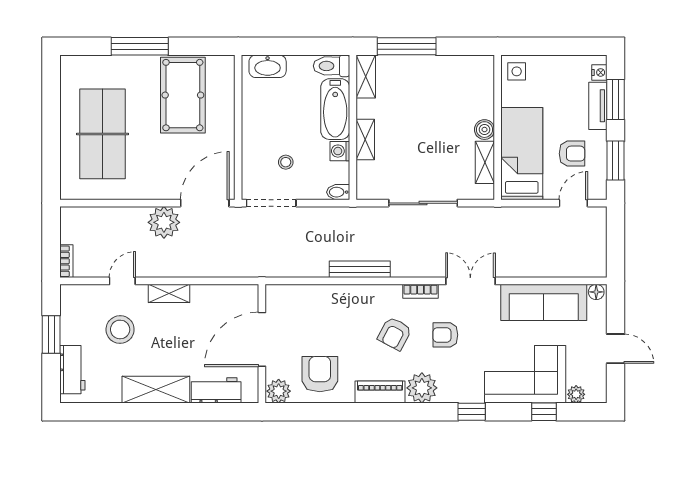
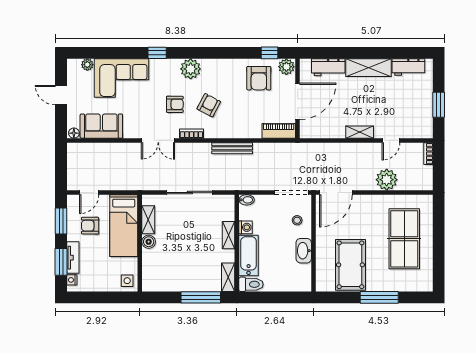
washbasin: (268, 66) -> (304, 251), moved, turned -90
stool: (286, 162) -> (297, 220), moved
plant: (164, 222) -> (387, 180), moved
sofa: (544, 302) -> (101, 126), width x0.73
stool: (120, 329) -> (392, 108), removed
workbench: (72, 370) -> (408, 67), moved, turned -90
piano: (380, 392) -> (279, 131), moved, turned 180
window: (544, 412) -> (269, 53), moved

